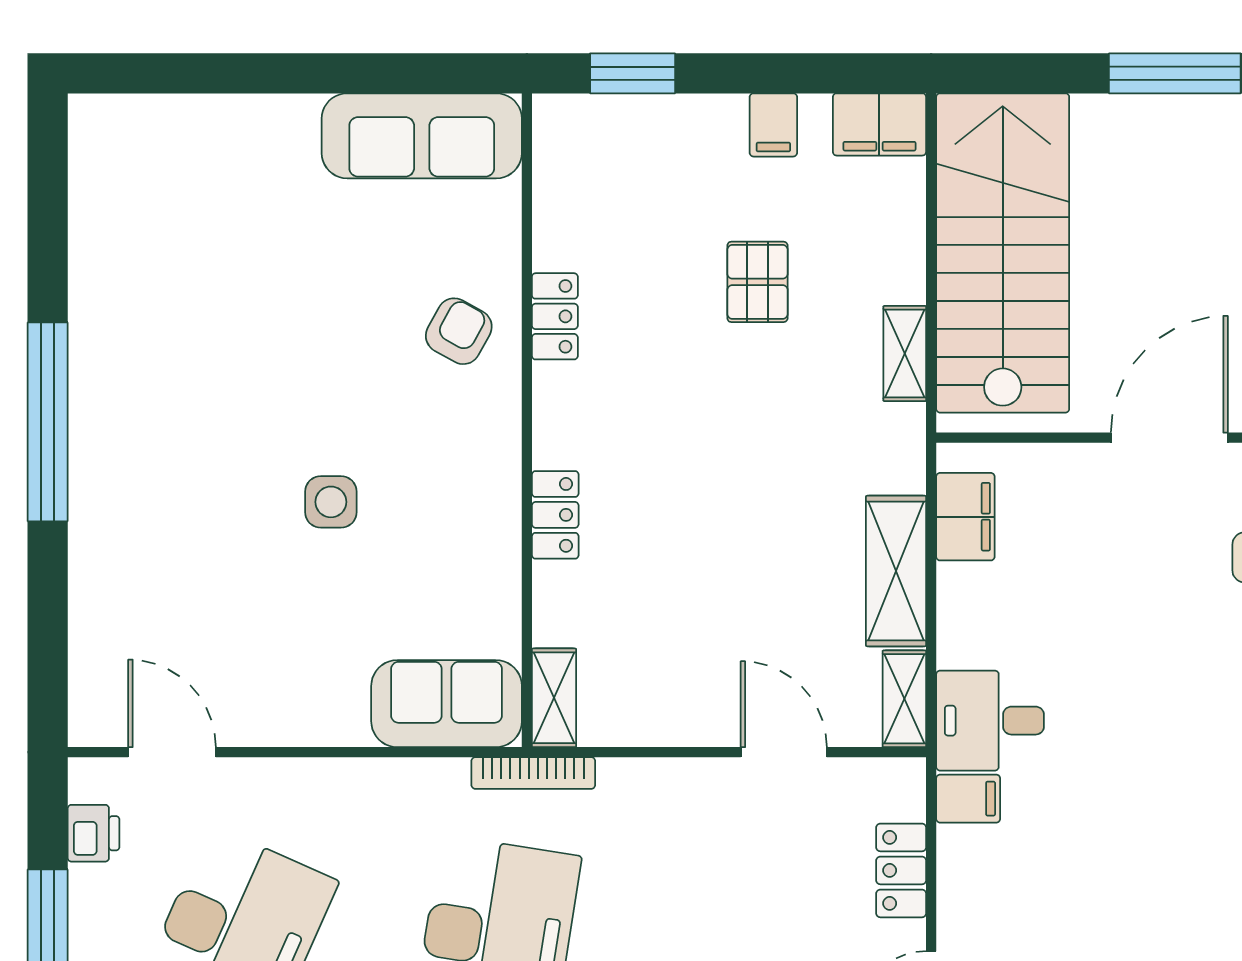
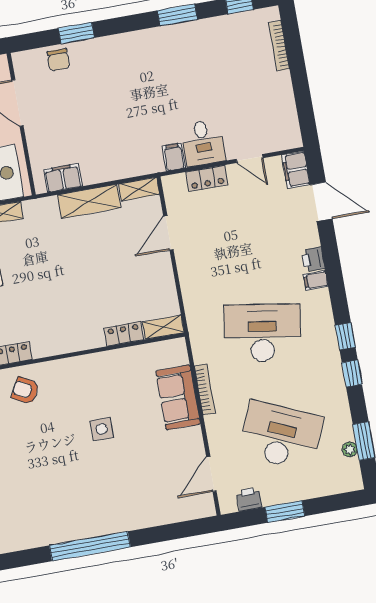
locker: (555, 515) -> (124, 334), moved
sofa: (447, 704) -> (178, 397), moved
desk: (990, 721) -> (203, 143), moved
bookcase: (533, 773) -> (205, 389), moved

